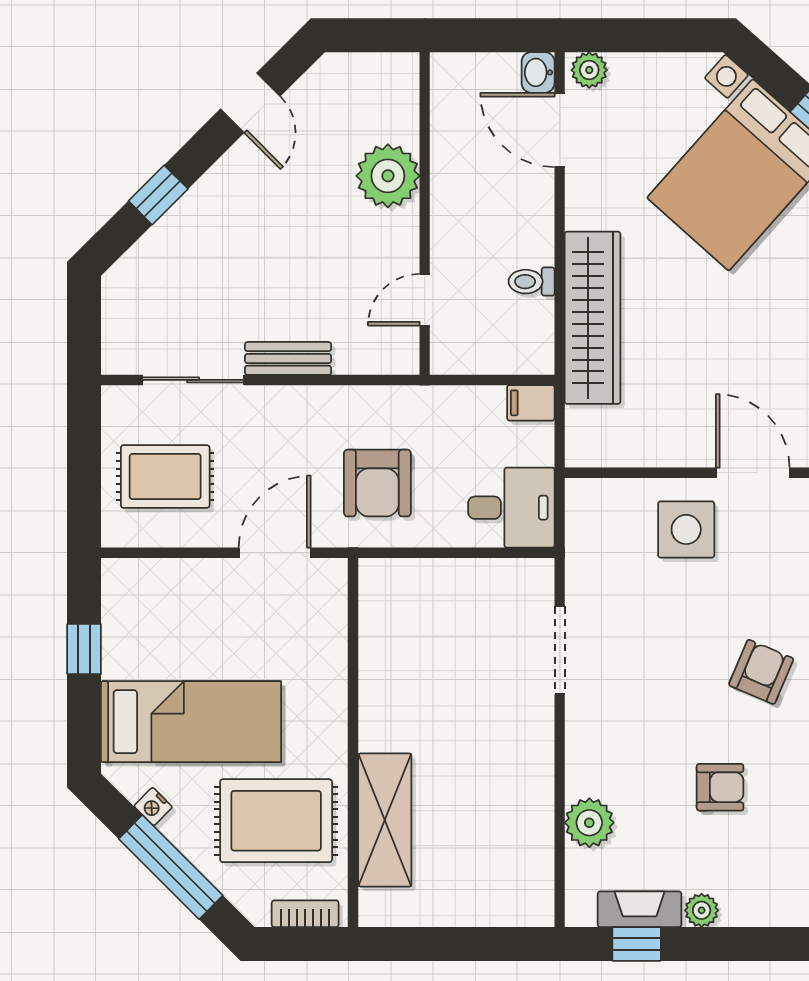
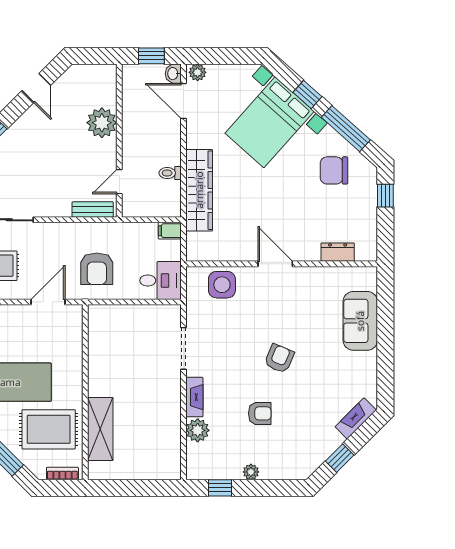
window: (492, 35) -> (151, 56), added
bench: (288, 358) -> (93, 210), moved
side table: (686, 529) -> (222, 285), moved
fireplace: (640, 909) -> (194, 397), moved, turned 90

